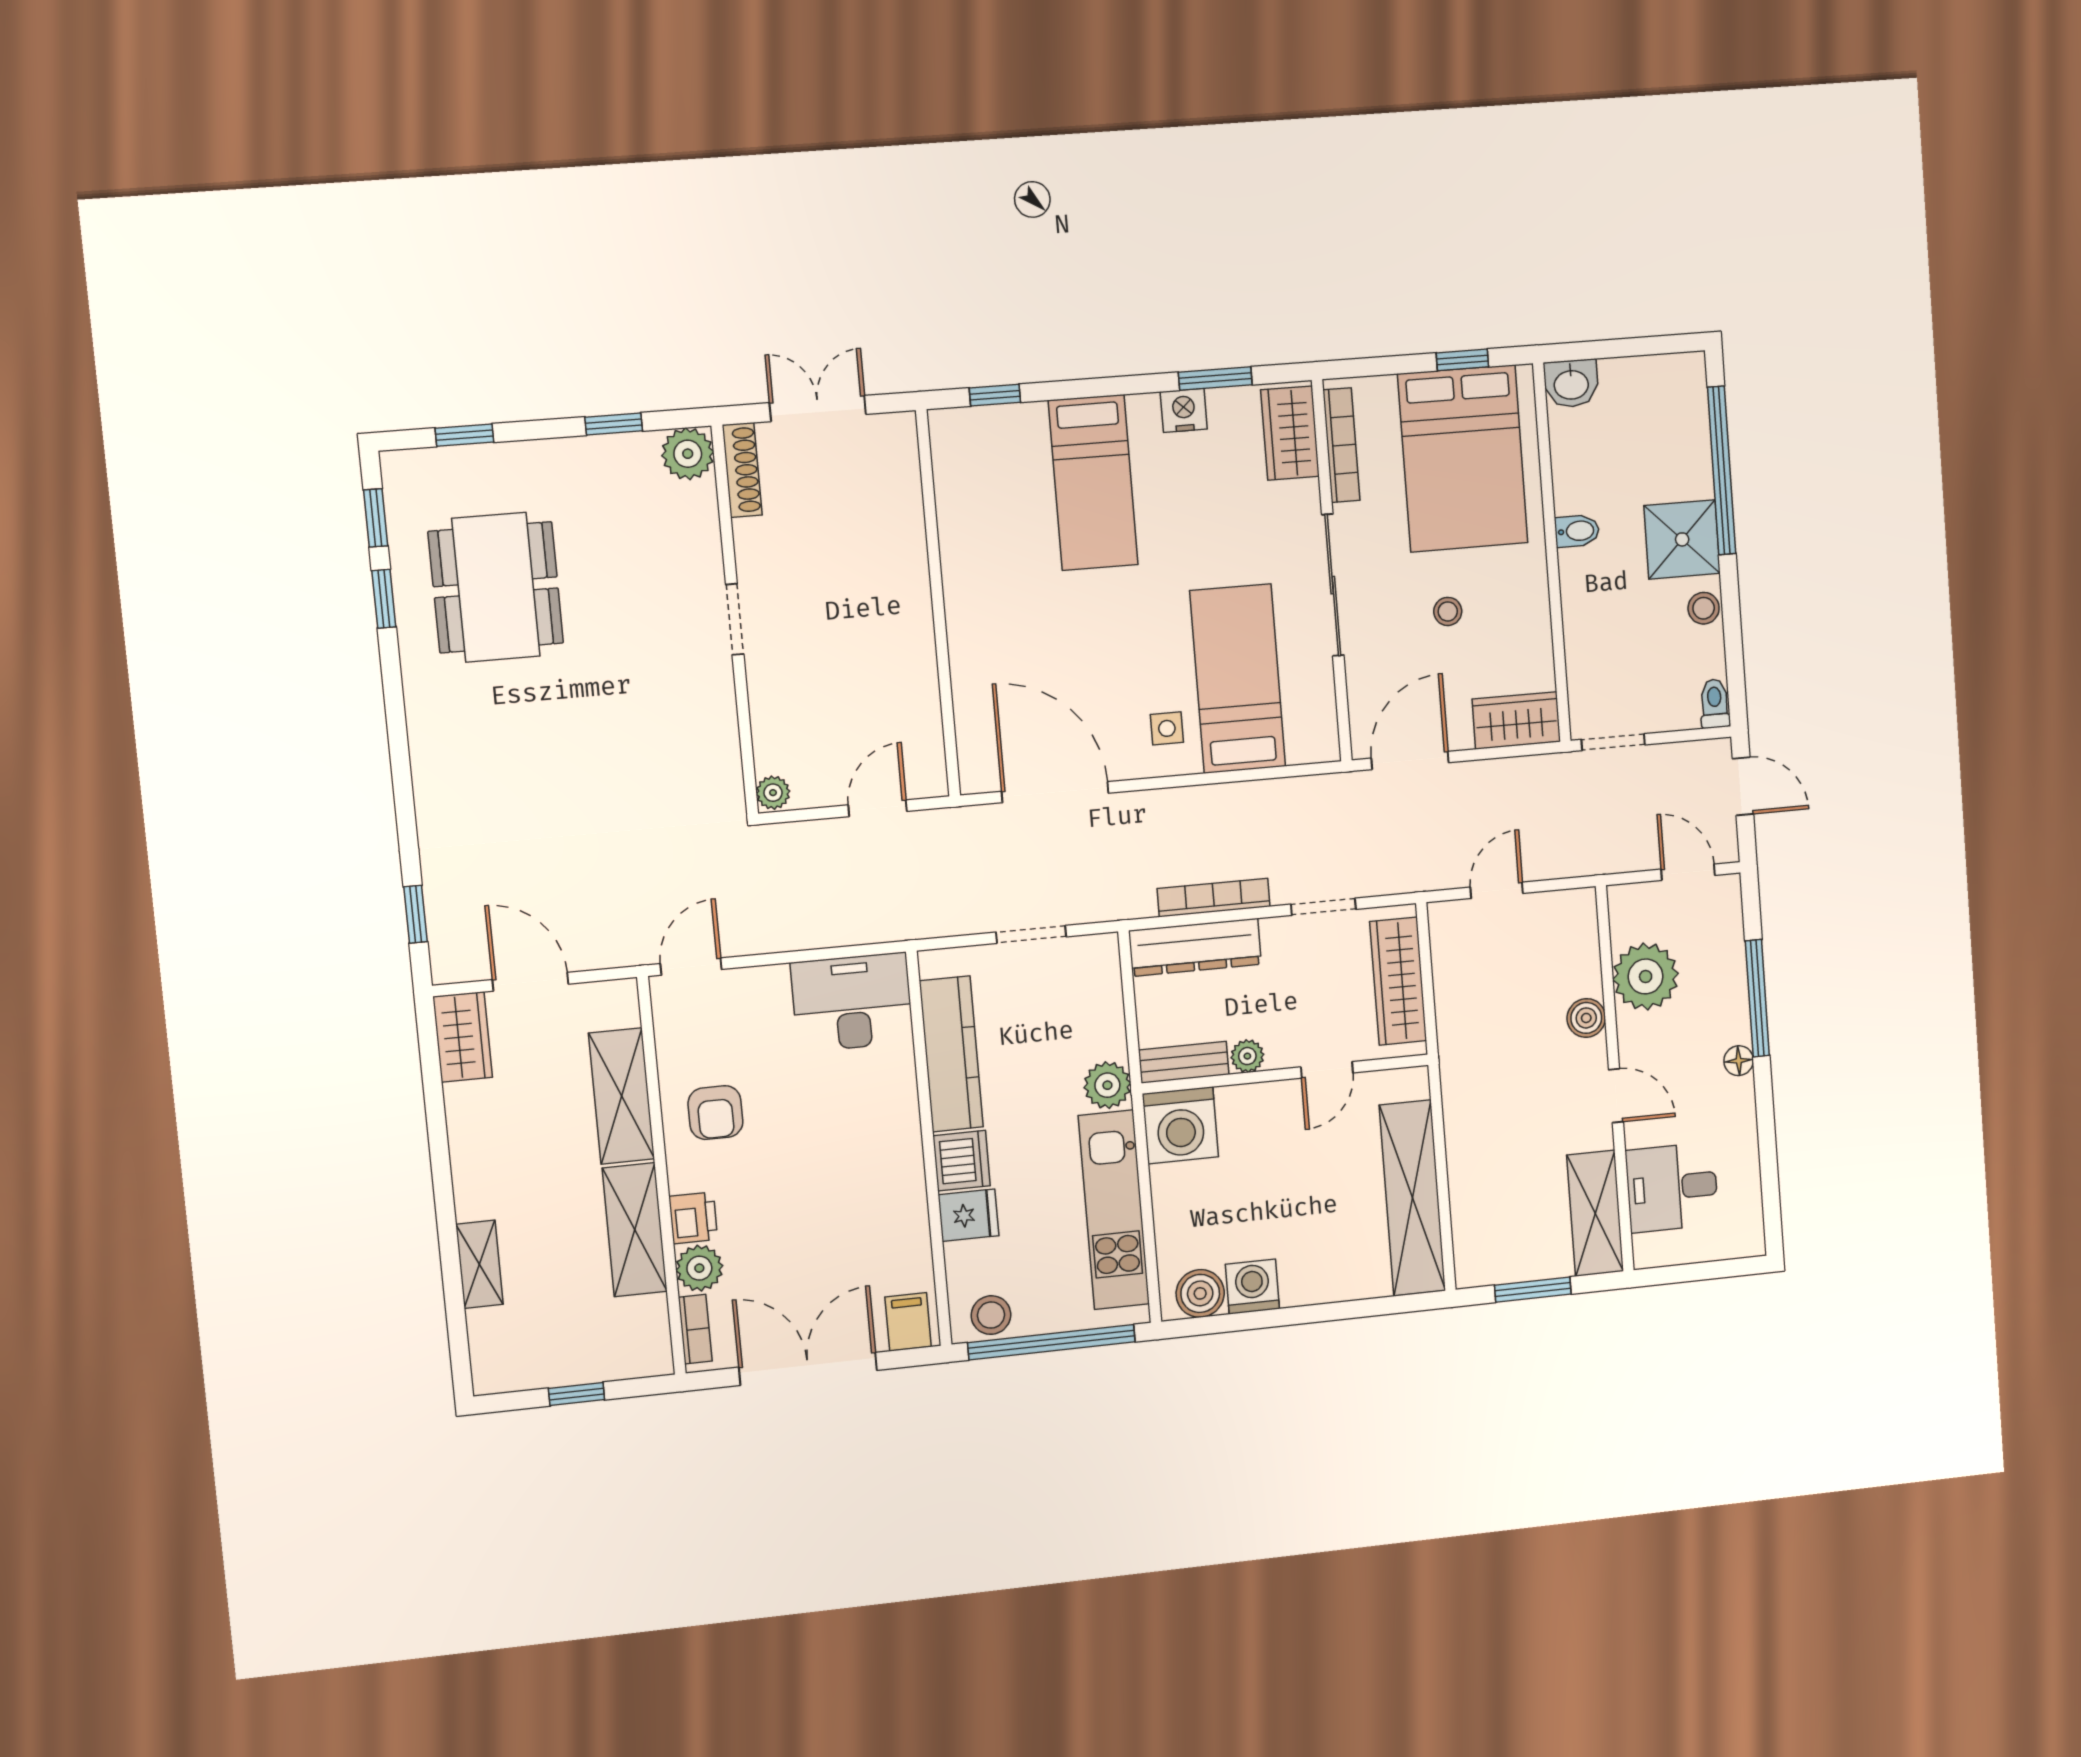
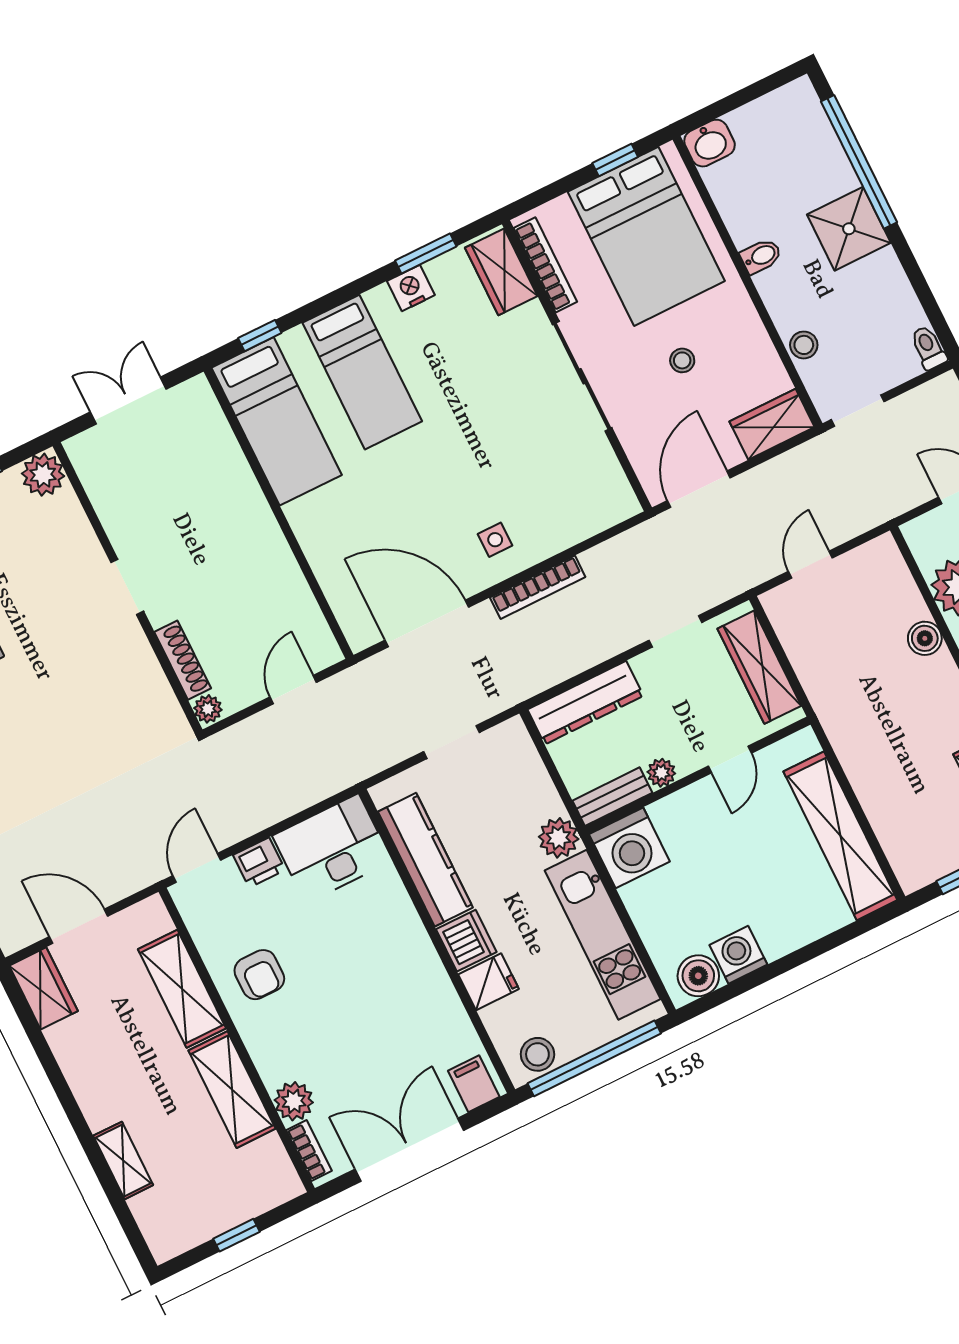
shoe rack: (742, 470) -> (183, 660), moved
stool: (1704, 608) -> (804, 345), moved
bed: (1238, 679) -> (277, 421), moved, turned 180
bookcase: (1214, 898) -> (538, 587), moved, turned 180
printer: (693, 1218) -> (259, 862), moved, turned 90

